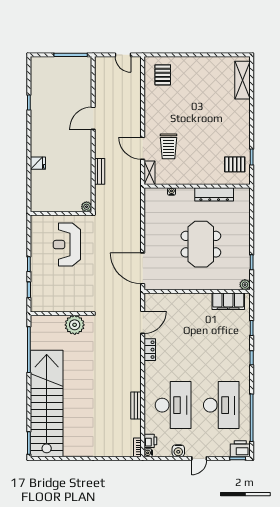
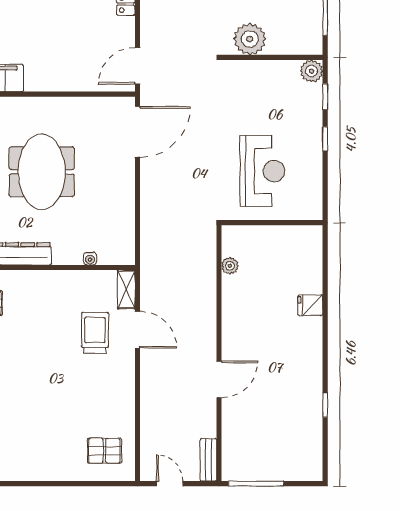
pallet: (163, 75) -> (104, 451), turned 90
bench: (100, 171) -> (208, 460), moved
plant: (87, 207) -> (230, 266), moved
door: (143, 268) -> (137, 132), hinge flipped
plant: (37, 305) -> (312, 71), added
door: (143, 322) -> (137, 66), moved

